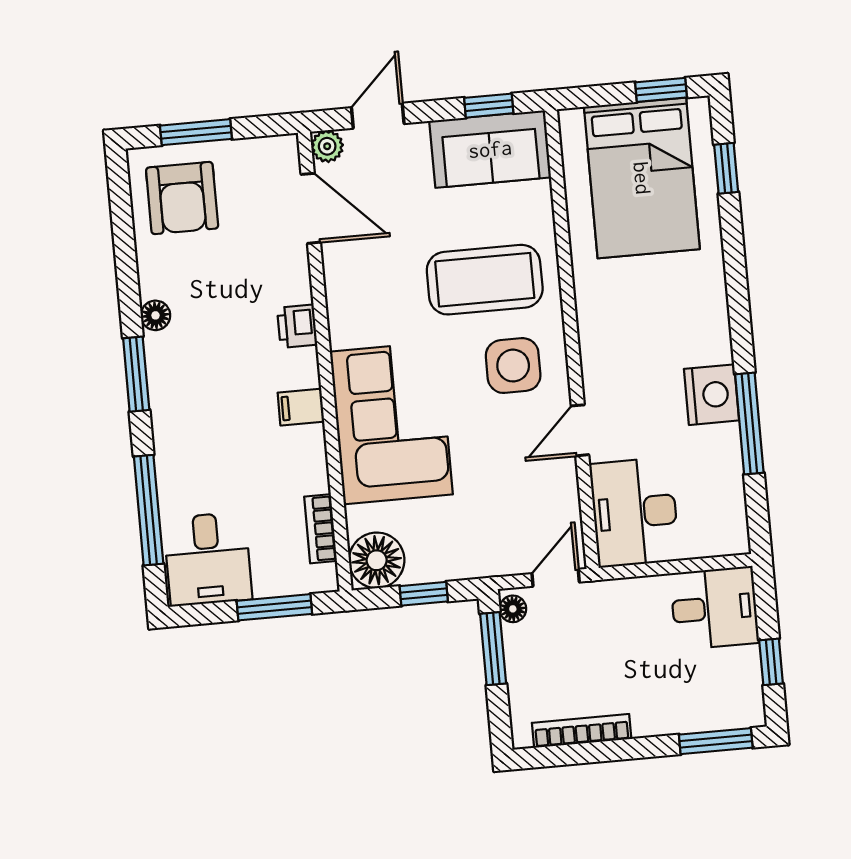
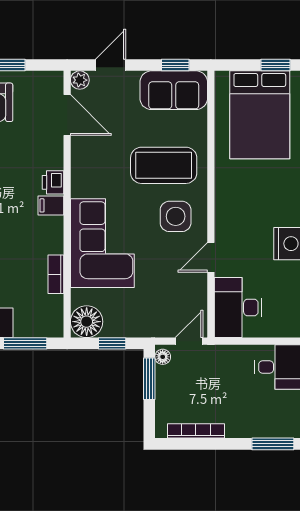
filing cabinet: (301, 407) -> (51, 205), moved
bookcase: (321, 529) -> (56, 274), moved

